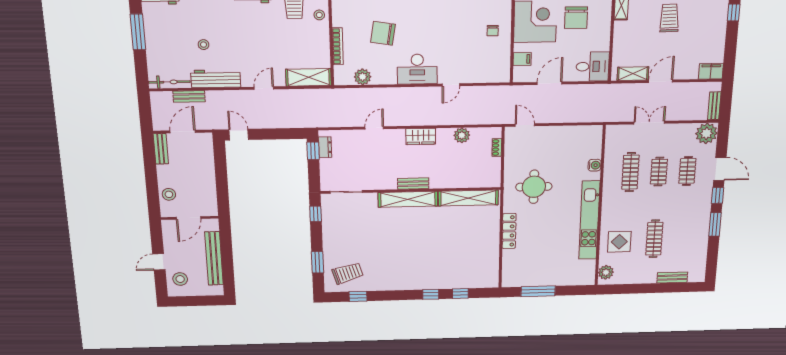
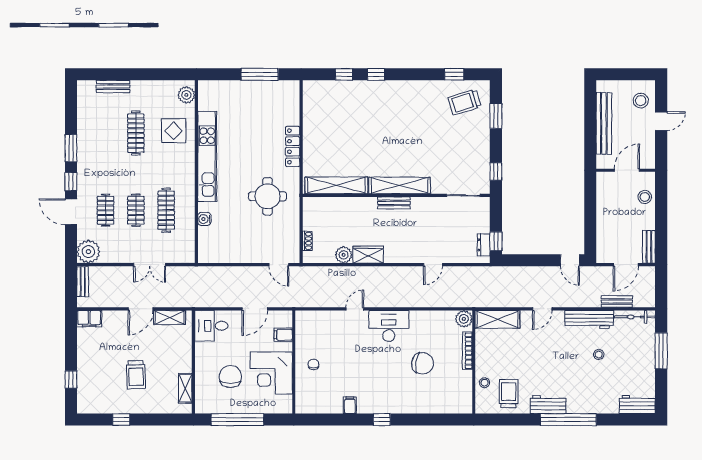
window: (138, 32) -> (661, 351), moved
plant: (363, 77) -> (464, 319), moved
wardrobe: (421, 136) -> (368, 254), moved

